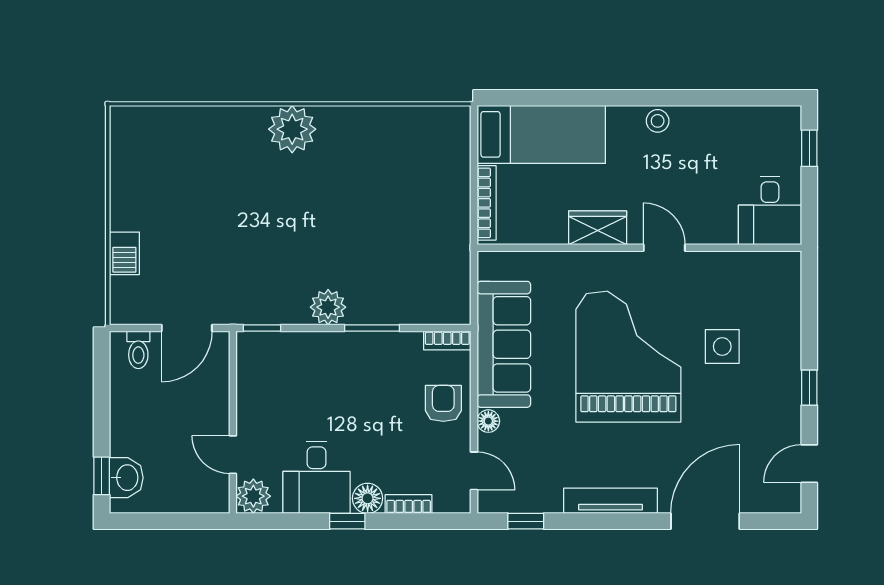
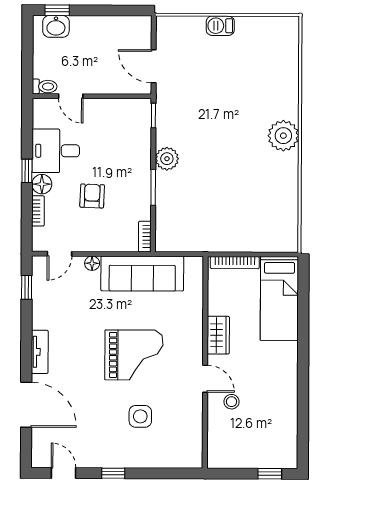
stool: (658, 121) -> (231, 402), moved
desk: (770, 211) -> (229, 448), removed
door: (664, 248) -> (205, 379), hinge flipped
barbecue: (124, 253) -> (220, 26), moved
toilet: (138, 350) -> (45, 87), moved, turned 180
grand piano: (628, 357) -> (134, 355), width x0.73, depth x0.68
armchair: (443, 403) -> (92, 196), moved, turned -88
door: (233, 455) -> (71, 96), swing flipped
plant: (253, 496) -> (44, 109), removed
tv unit: (611, 501) -> (40, 352), width x0.71

